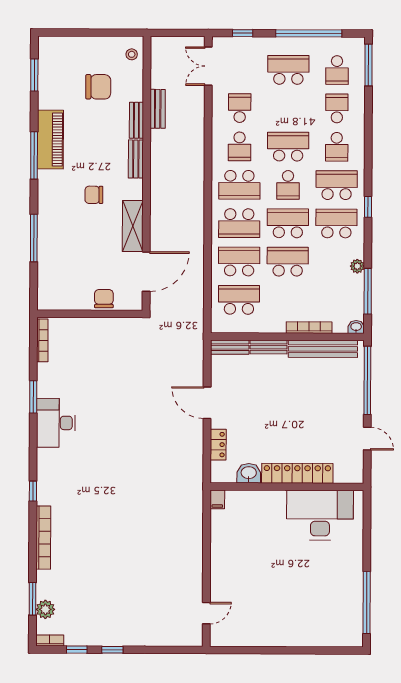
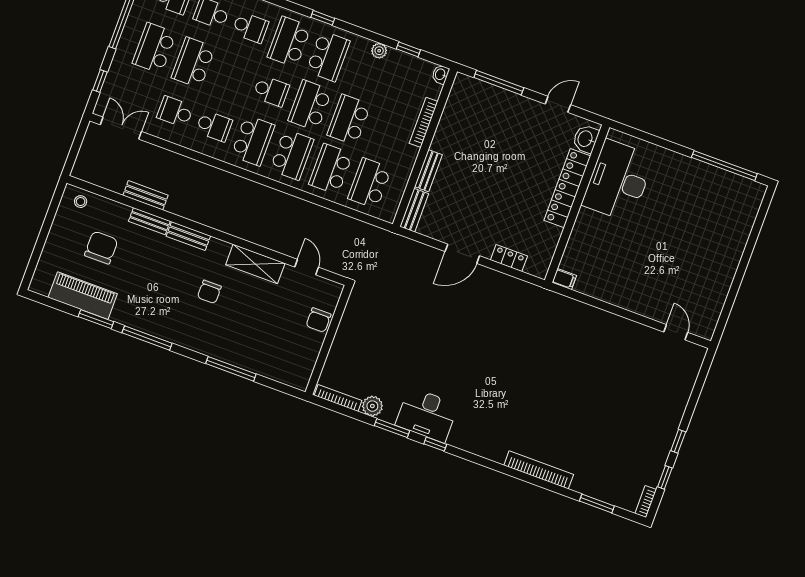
double door: (208, 66) -> (121, 128), swing flipped
window: (34, 75) -> (96, 319), moved
piano: (50, 140) -> (83, 296), moved
school desk: (288, 147) -> (193, 62), moved
school desk: (336, 223) -> (328, 56), turned 180
door: (146, 272) -> (307, 267), width x0.53
window: (368, 291) -> (408, 49), width x0.46
chair: (104, 299) -> (318, 320), turned -90
bench: (323, 349) -> (450, 116), removed
window: (367, 380) -> (499, 83), width x0.68
washbasin: (249, 473) -> (586, 139), moved
window: (33, 491) -> (435, 444), moved
plant: (45, 609) -> (372, 406), moved

